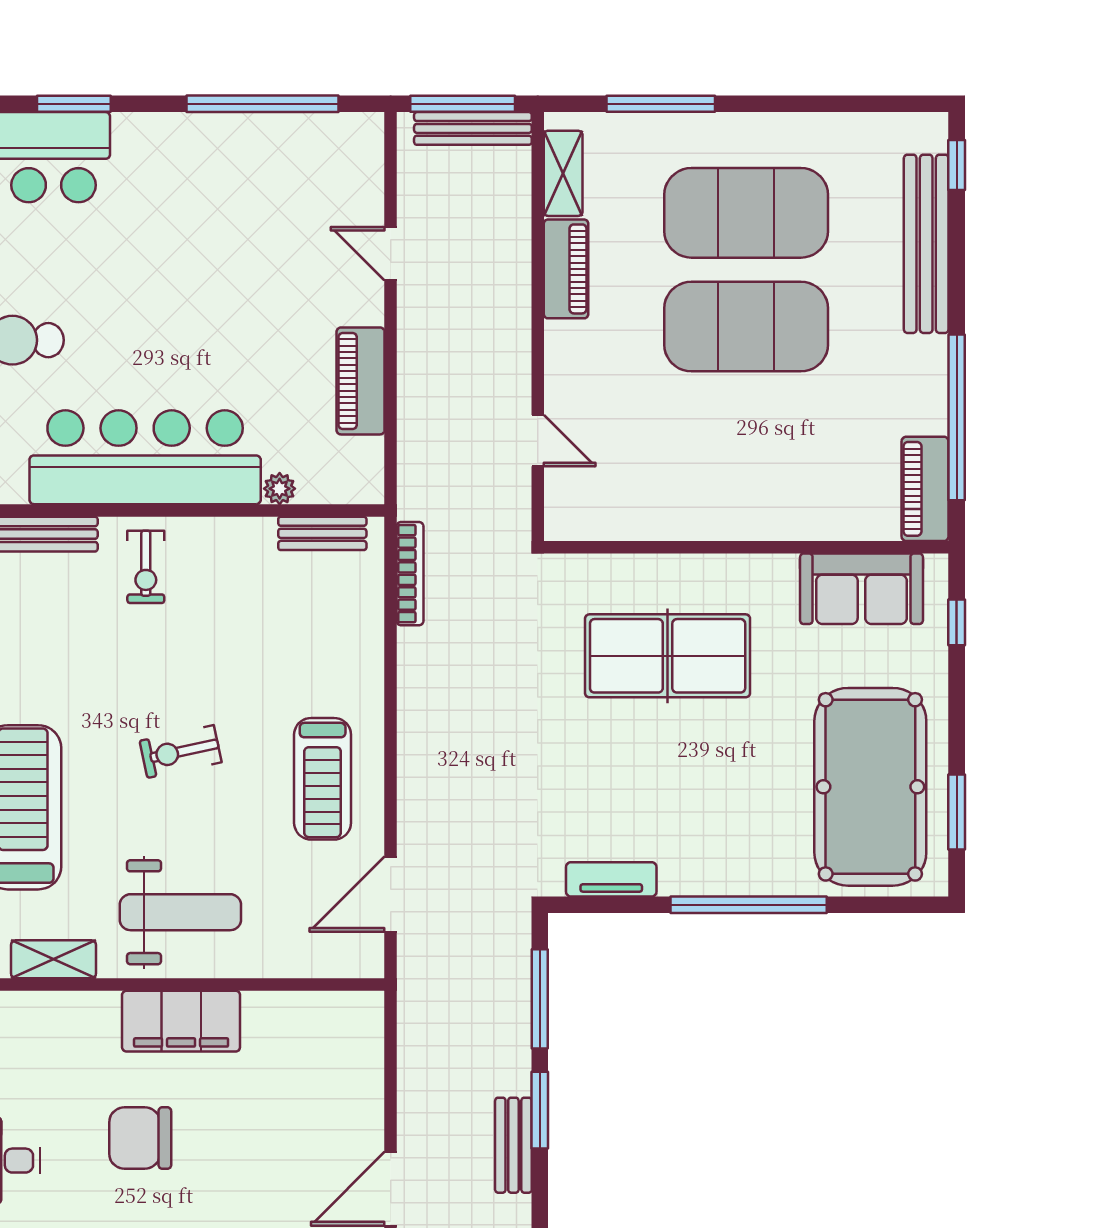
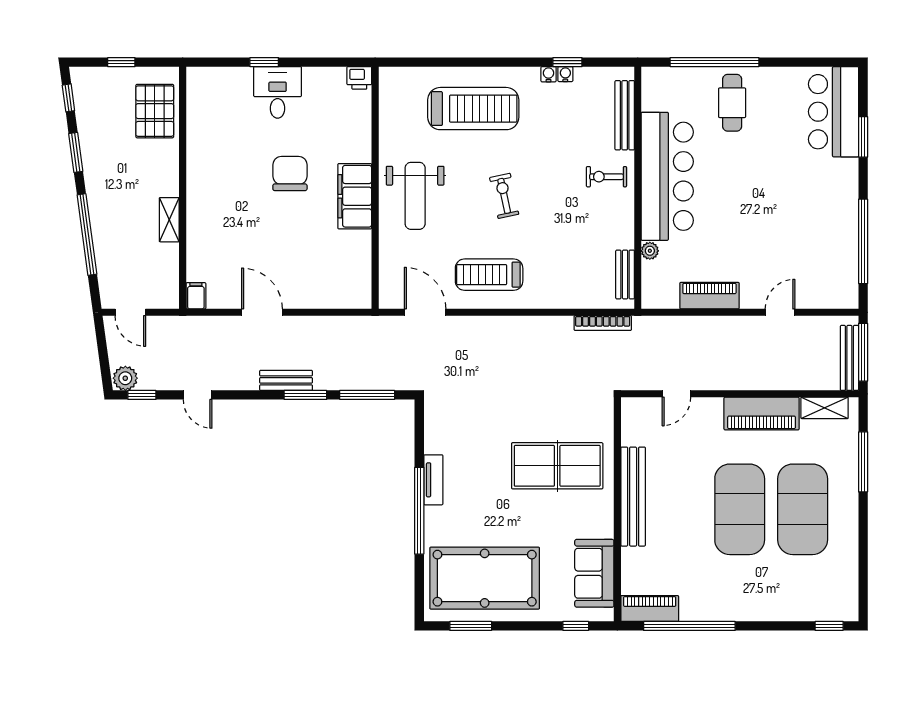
bench: (926, 244) -> (633, 497), moved, turned 90
piano: (566, 269) -> (762, 414), width x1.37, depth x1.33
table tennis table: (668, 656) -> (557, 466), turned 90
tv unit: (611, 879) -> (433, 480), moved
shelving: (53, 959) -> (389, 126), removed

